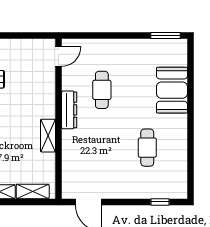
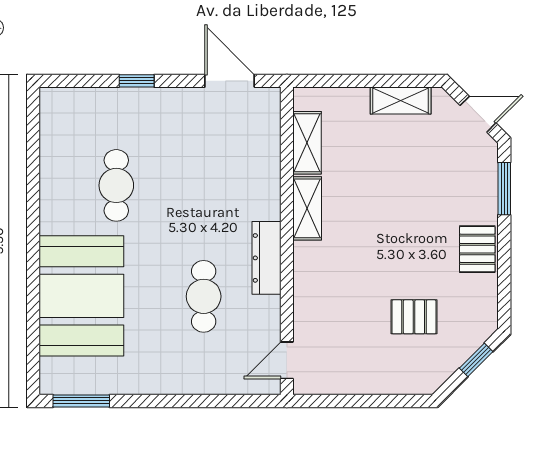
booth: (172, 90) -> (81, 296), width x1.36, depth x1.42
shelving: (33, 191) -> (307, 143), moved, turned 90
window: (160, 202) -> (137, 81), moved

